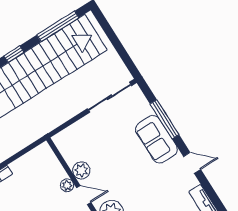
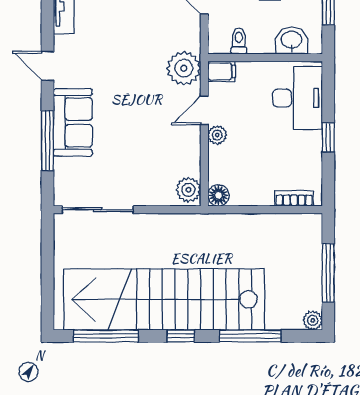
floor lamp: (44, 150) -> (219, 195), added
plant: (81, 170) -> (188, 190), moved
door: (84, 195) -> (204, 110), hinge flipped

